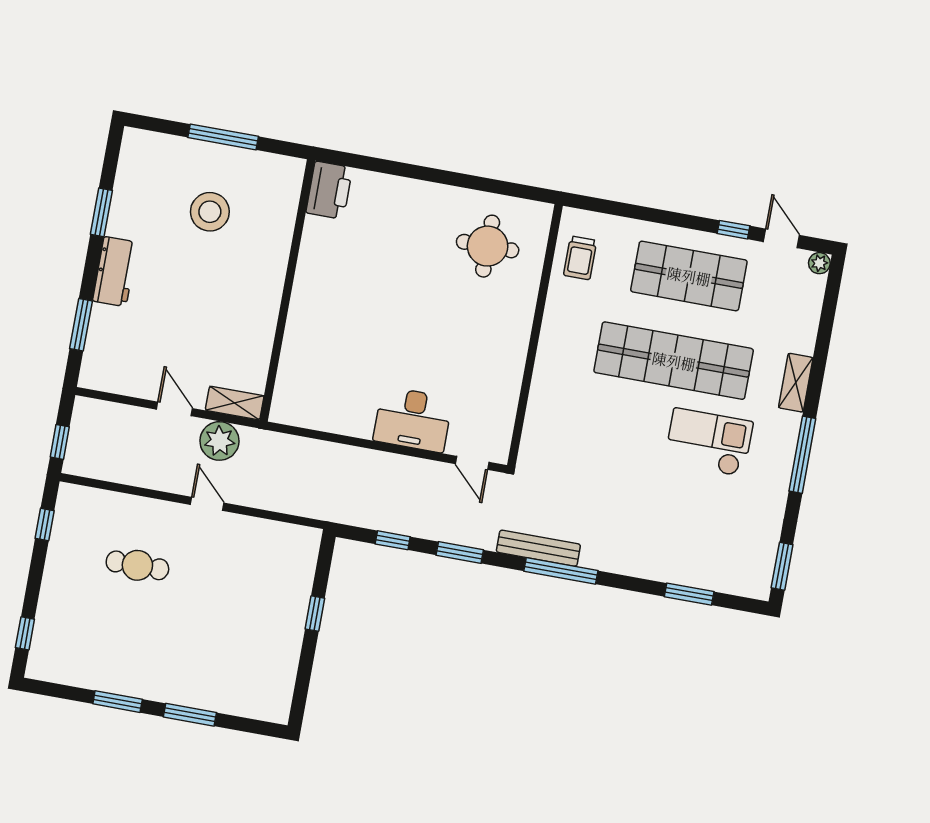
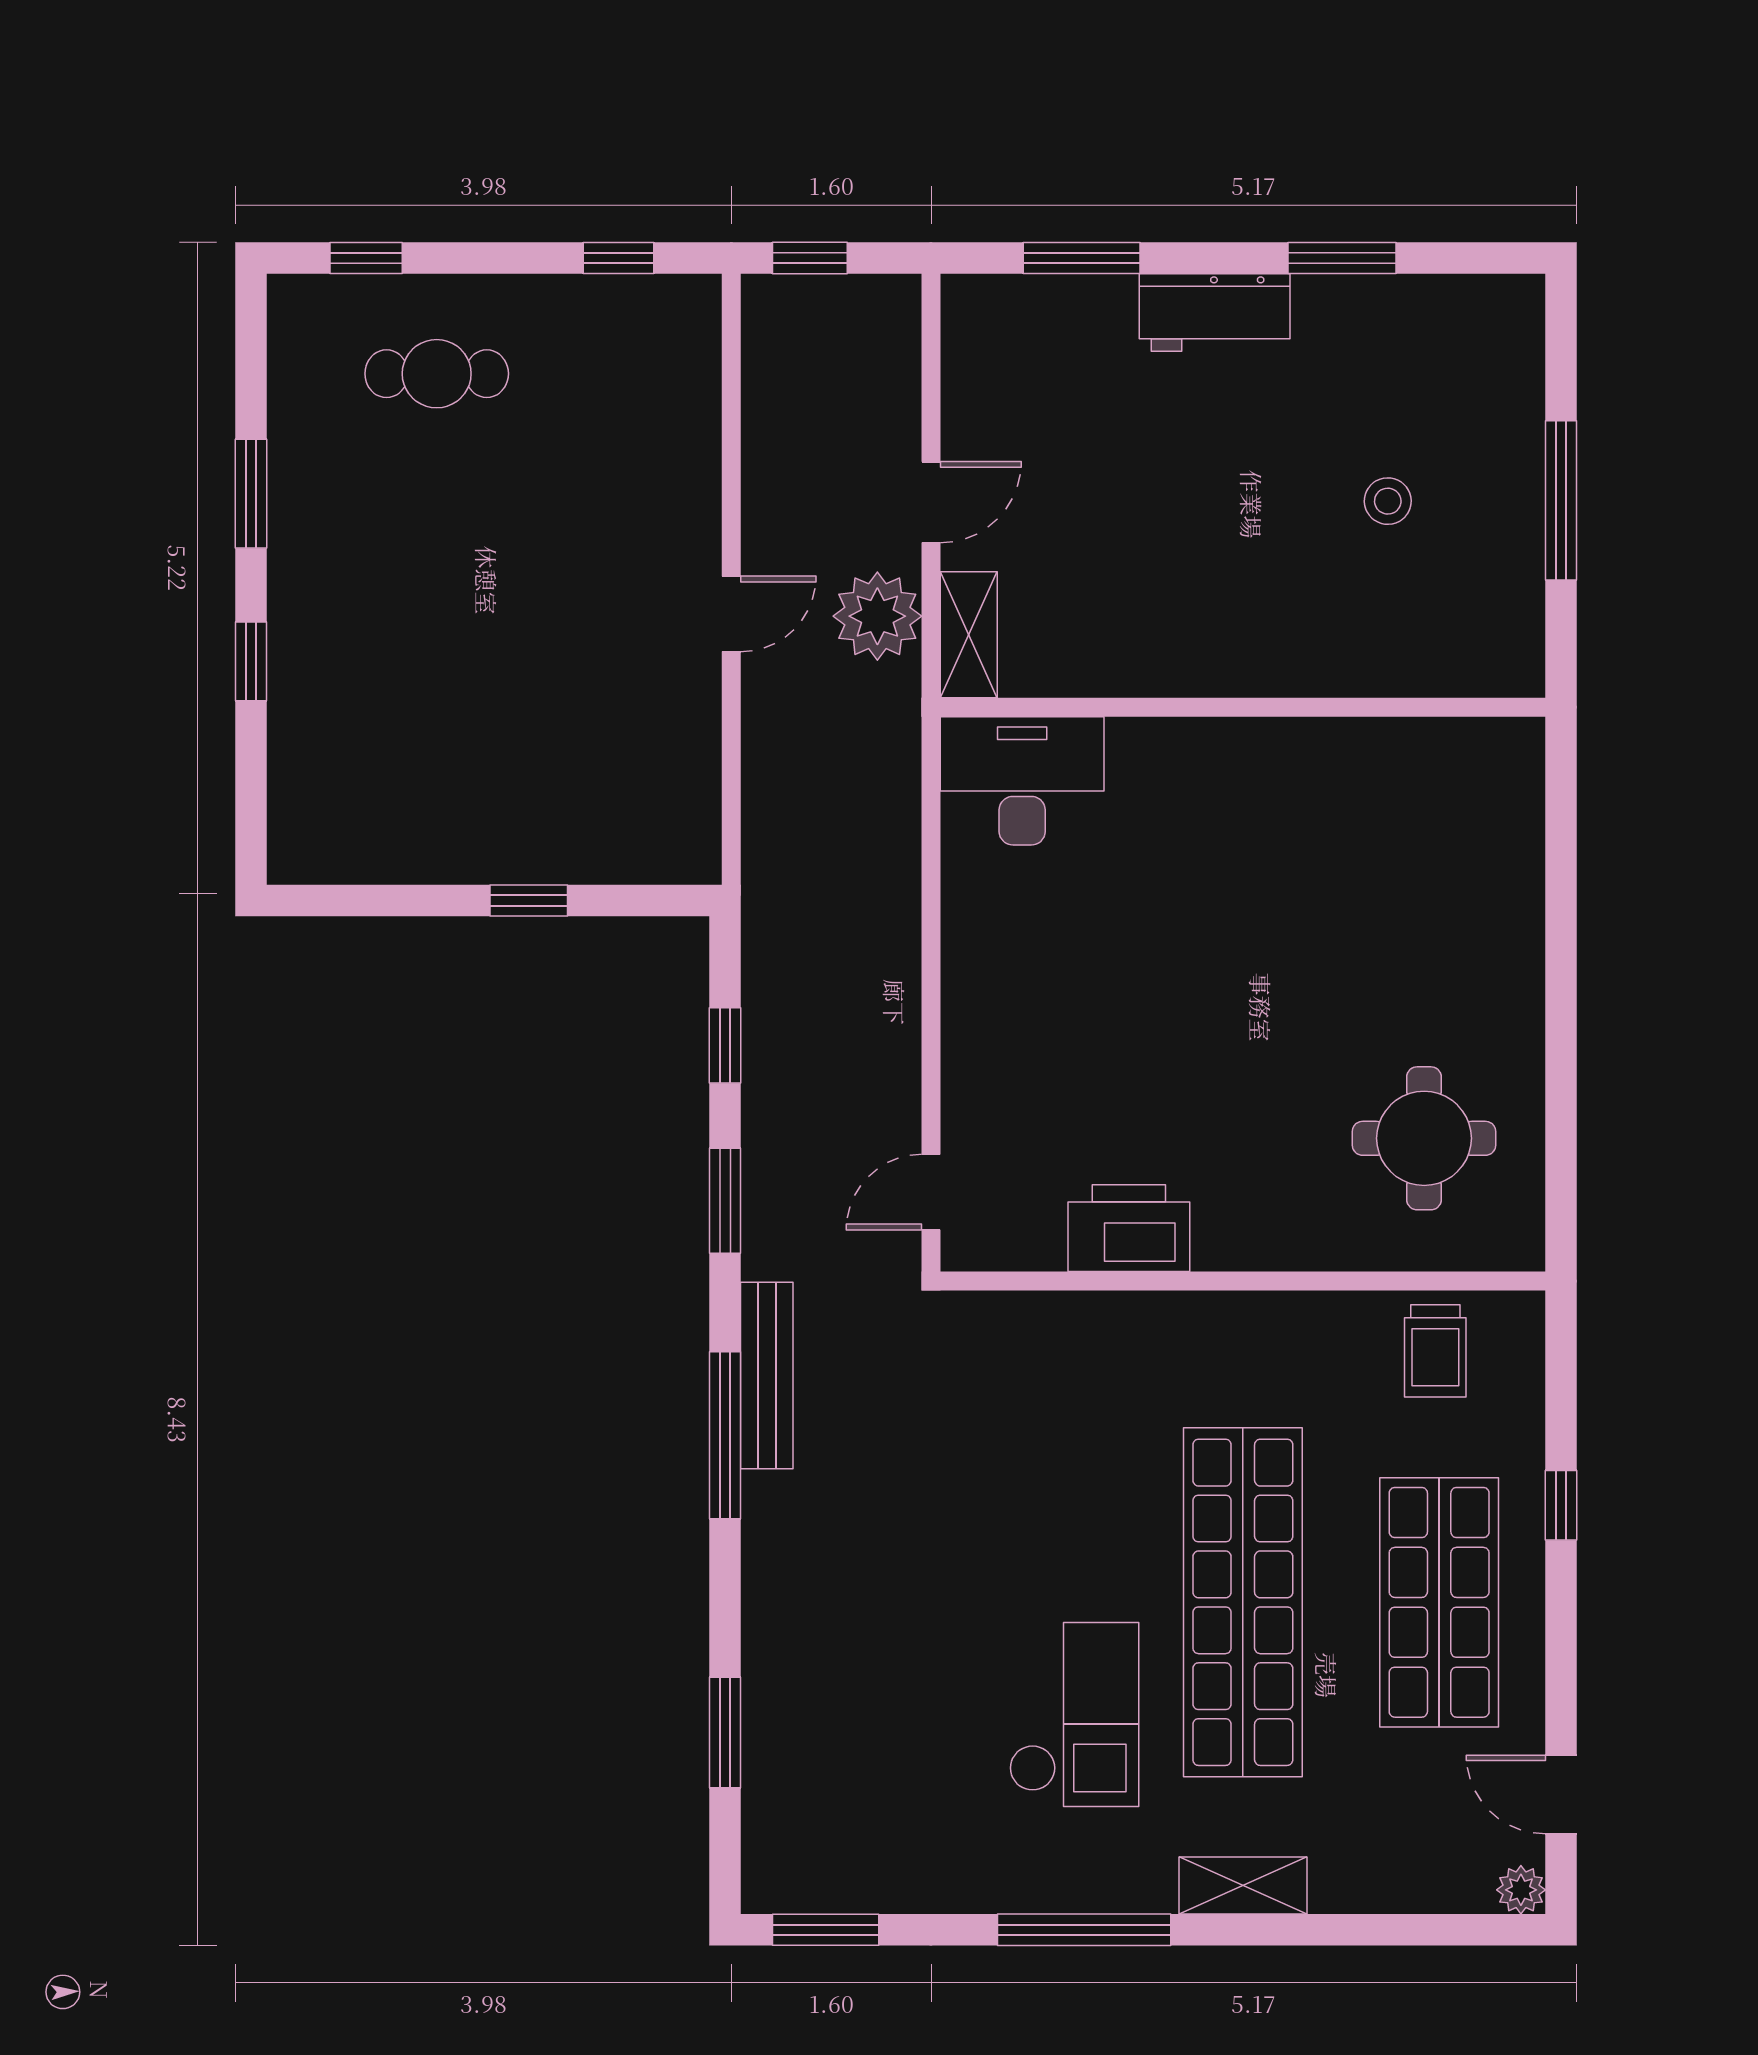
printer: (329, 190) -> (1129, 1228), moved, turned 180
stool: (210, 212) -> (1388, 501), width x0.53, depth x0.53
window: (733, 230) -> (1561, 1505), moved
door: (781, 238) -> (1561, 1794), swing flipped
trolley: (580, 258) -> (1435, 1351), turned -90
desk: (413, 419) -> (1022, 781), moved, turned 90
cafe table: (137, 565) -> (437, 374), moved, turned 90
window: (190, 715) -> (251, 661), width x0.67

